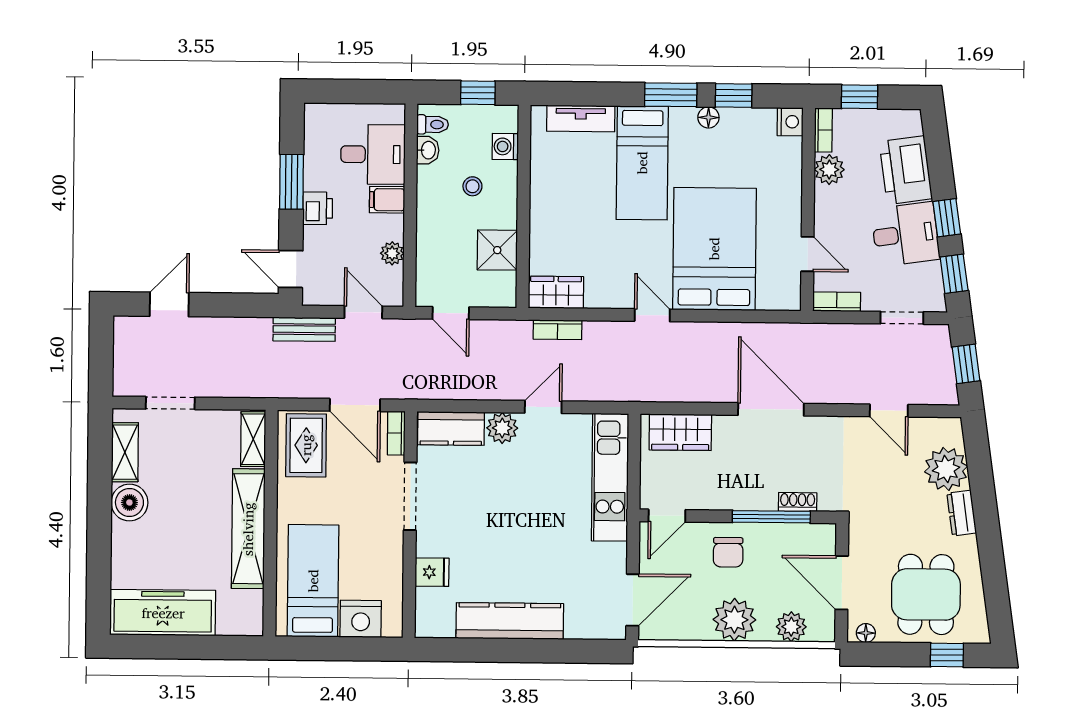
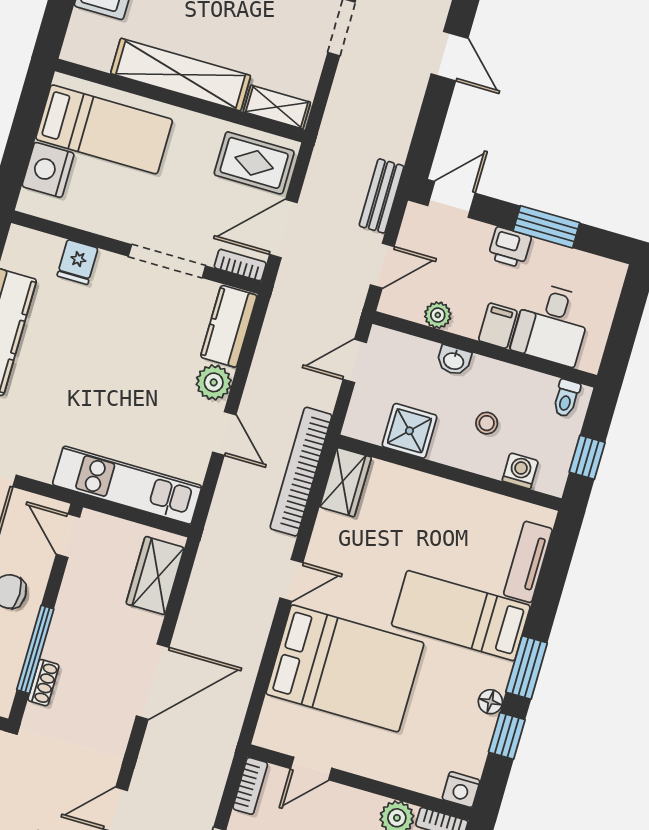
washbasin: (428, 150) -> (454, 360), moved
bookcase: (558, 330) -> (301, 472), width x2.31, depth x1.31

